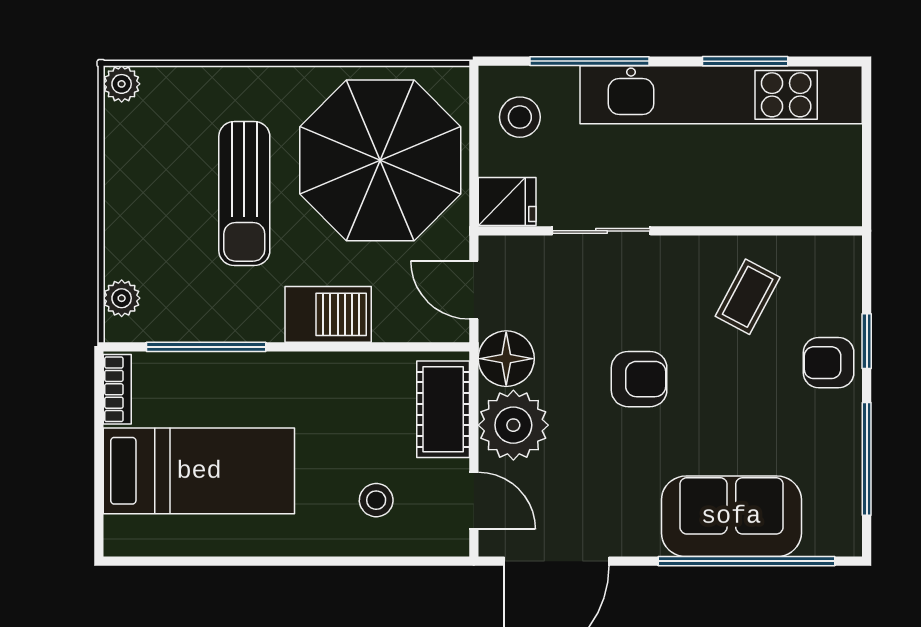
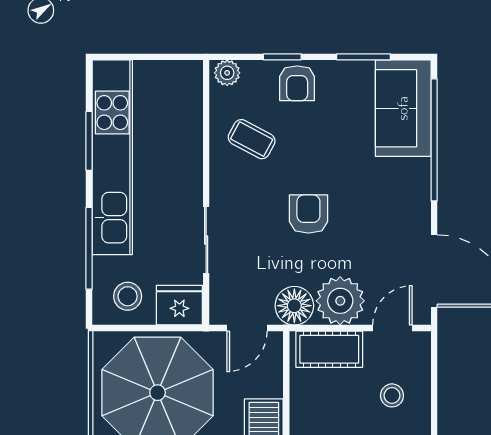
fridge: (507, 201) -> (179, 305), width x1.38
plant: (844, 261) -> (227, 73), added
window: (867, 459) -> (364, 57), width x0.69
sofa: (731, 516) -> (403, 108), moved

